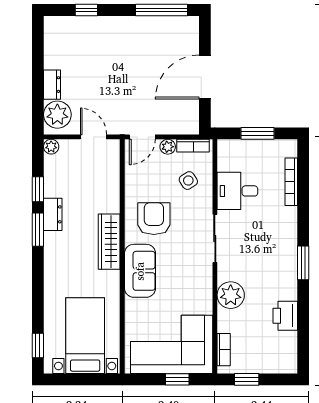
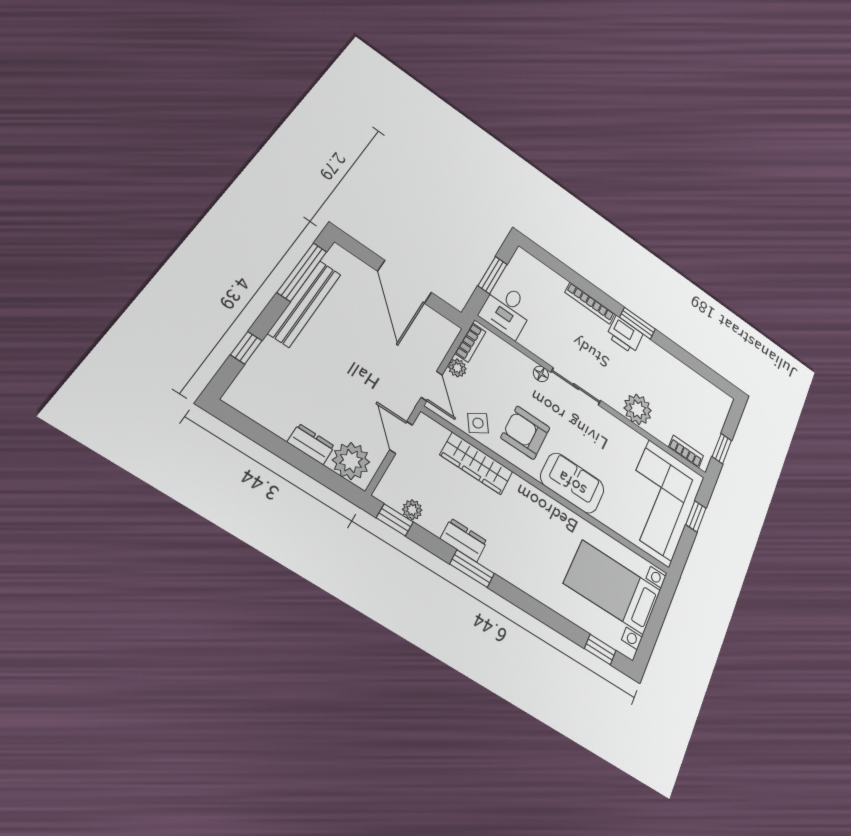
bench: (141, 25) -> (305, 303), added
door: (93, 137) -> (401, 437), hinge flipped
plant: (51, 147) -> (412, 510), moved
side table: (188, 181) -> (478, 423), moved
bookcase: (291, 182) -> (590, 303), moved
window: (38, 189) -> (395, 520), moved
desk: (237, 191) -> (507, 310), moved
floor lamp: (206, 208) -> (541, 374), added
wardrobe: (109, 242) -> (476, 463), moved
printer: (285, 316) -> (625, 335), moved

